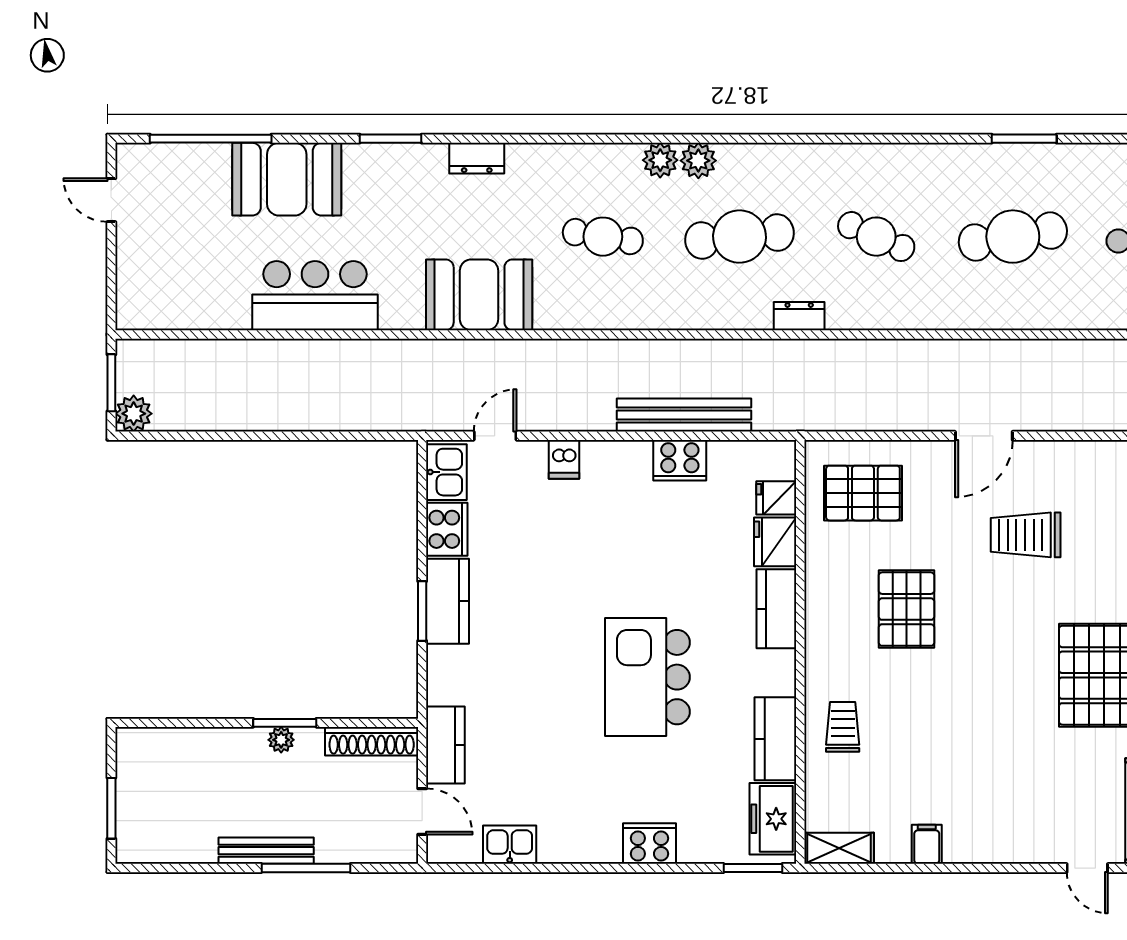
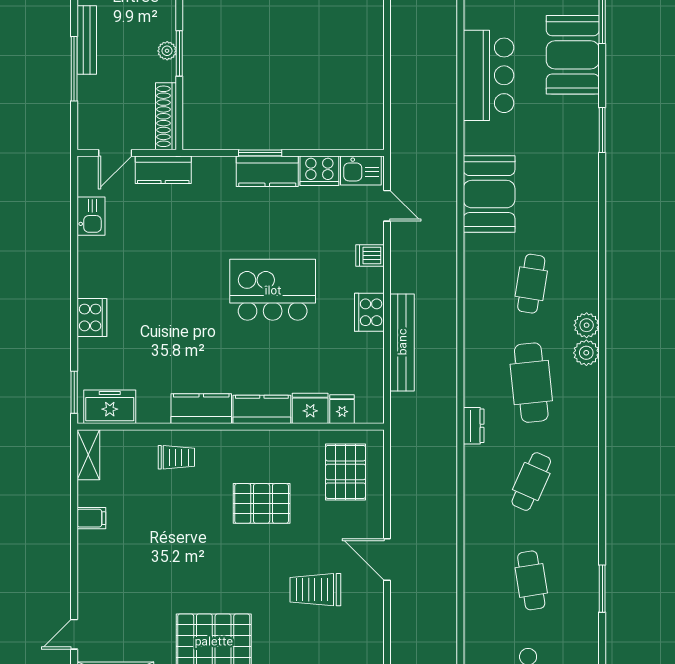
dresser: (477, 158) -> (588, 192), removed
cafe table: (1013, 237) -> (531, 580), width x0.73, depth x0.74
cooker: (680, 460) -> (369, 312), moved
trolley: (1026, 535) -> (315, 590), turned -90
kitchen island: (647, 677) -> (273, 290), moved
kitchen counter: (775, 739) -> (201, 409), moved

